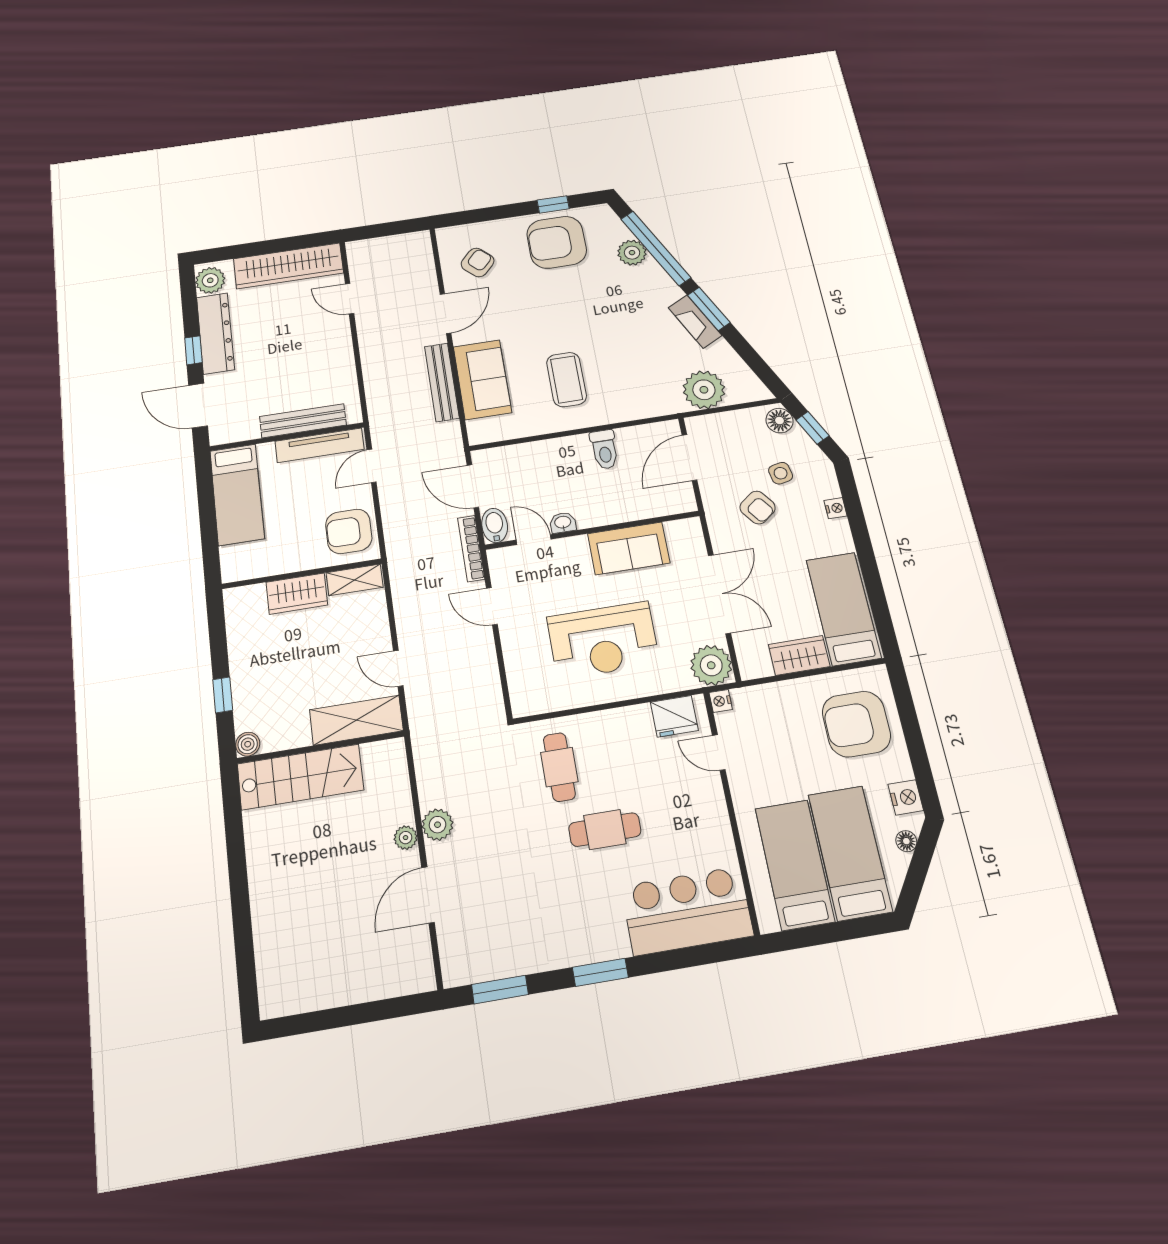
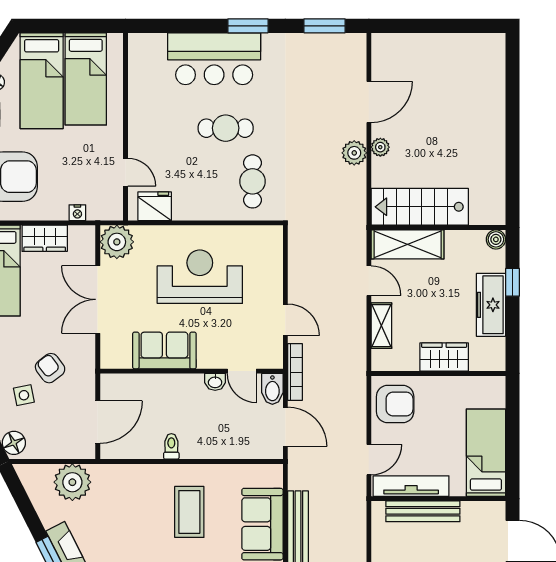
toilet: (604, 449) -> (171, 446), width x0.73, depth x0.72
shelving: (355, 580) -> (381, 326), moved, turned 90
freezer: (247, 664) -> (491, 305), added
nightstand: (721, 701) -> (77, 213), moved, turned 90
stairs: (300, 777) -> (420, 207), moved
bar counter: (687, 911) -> (214, 59), moved

